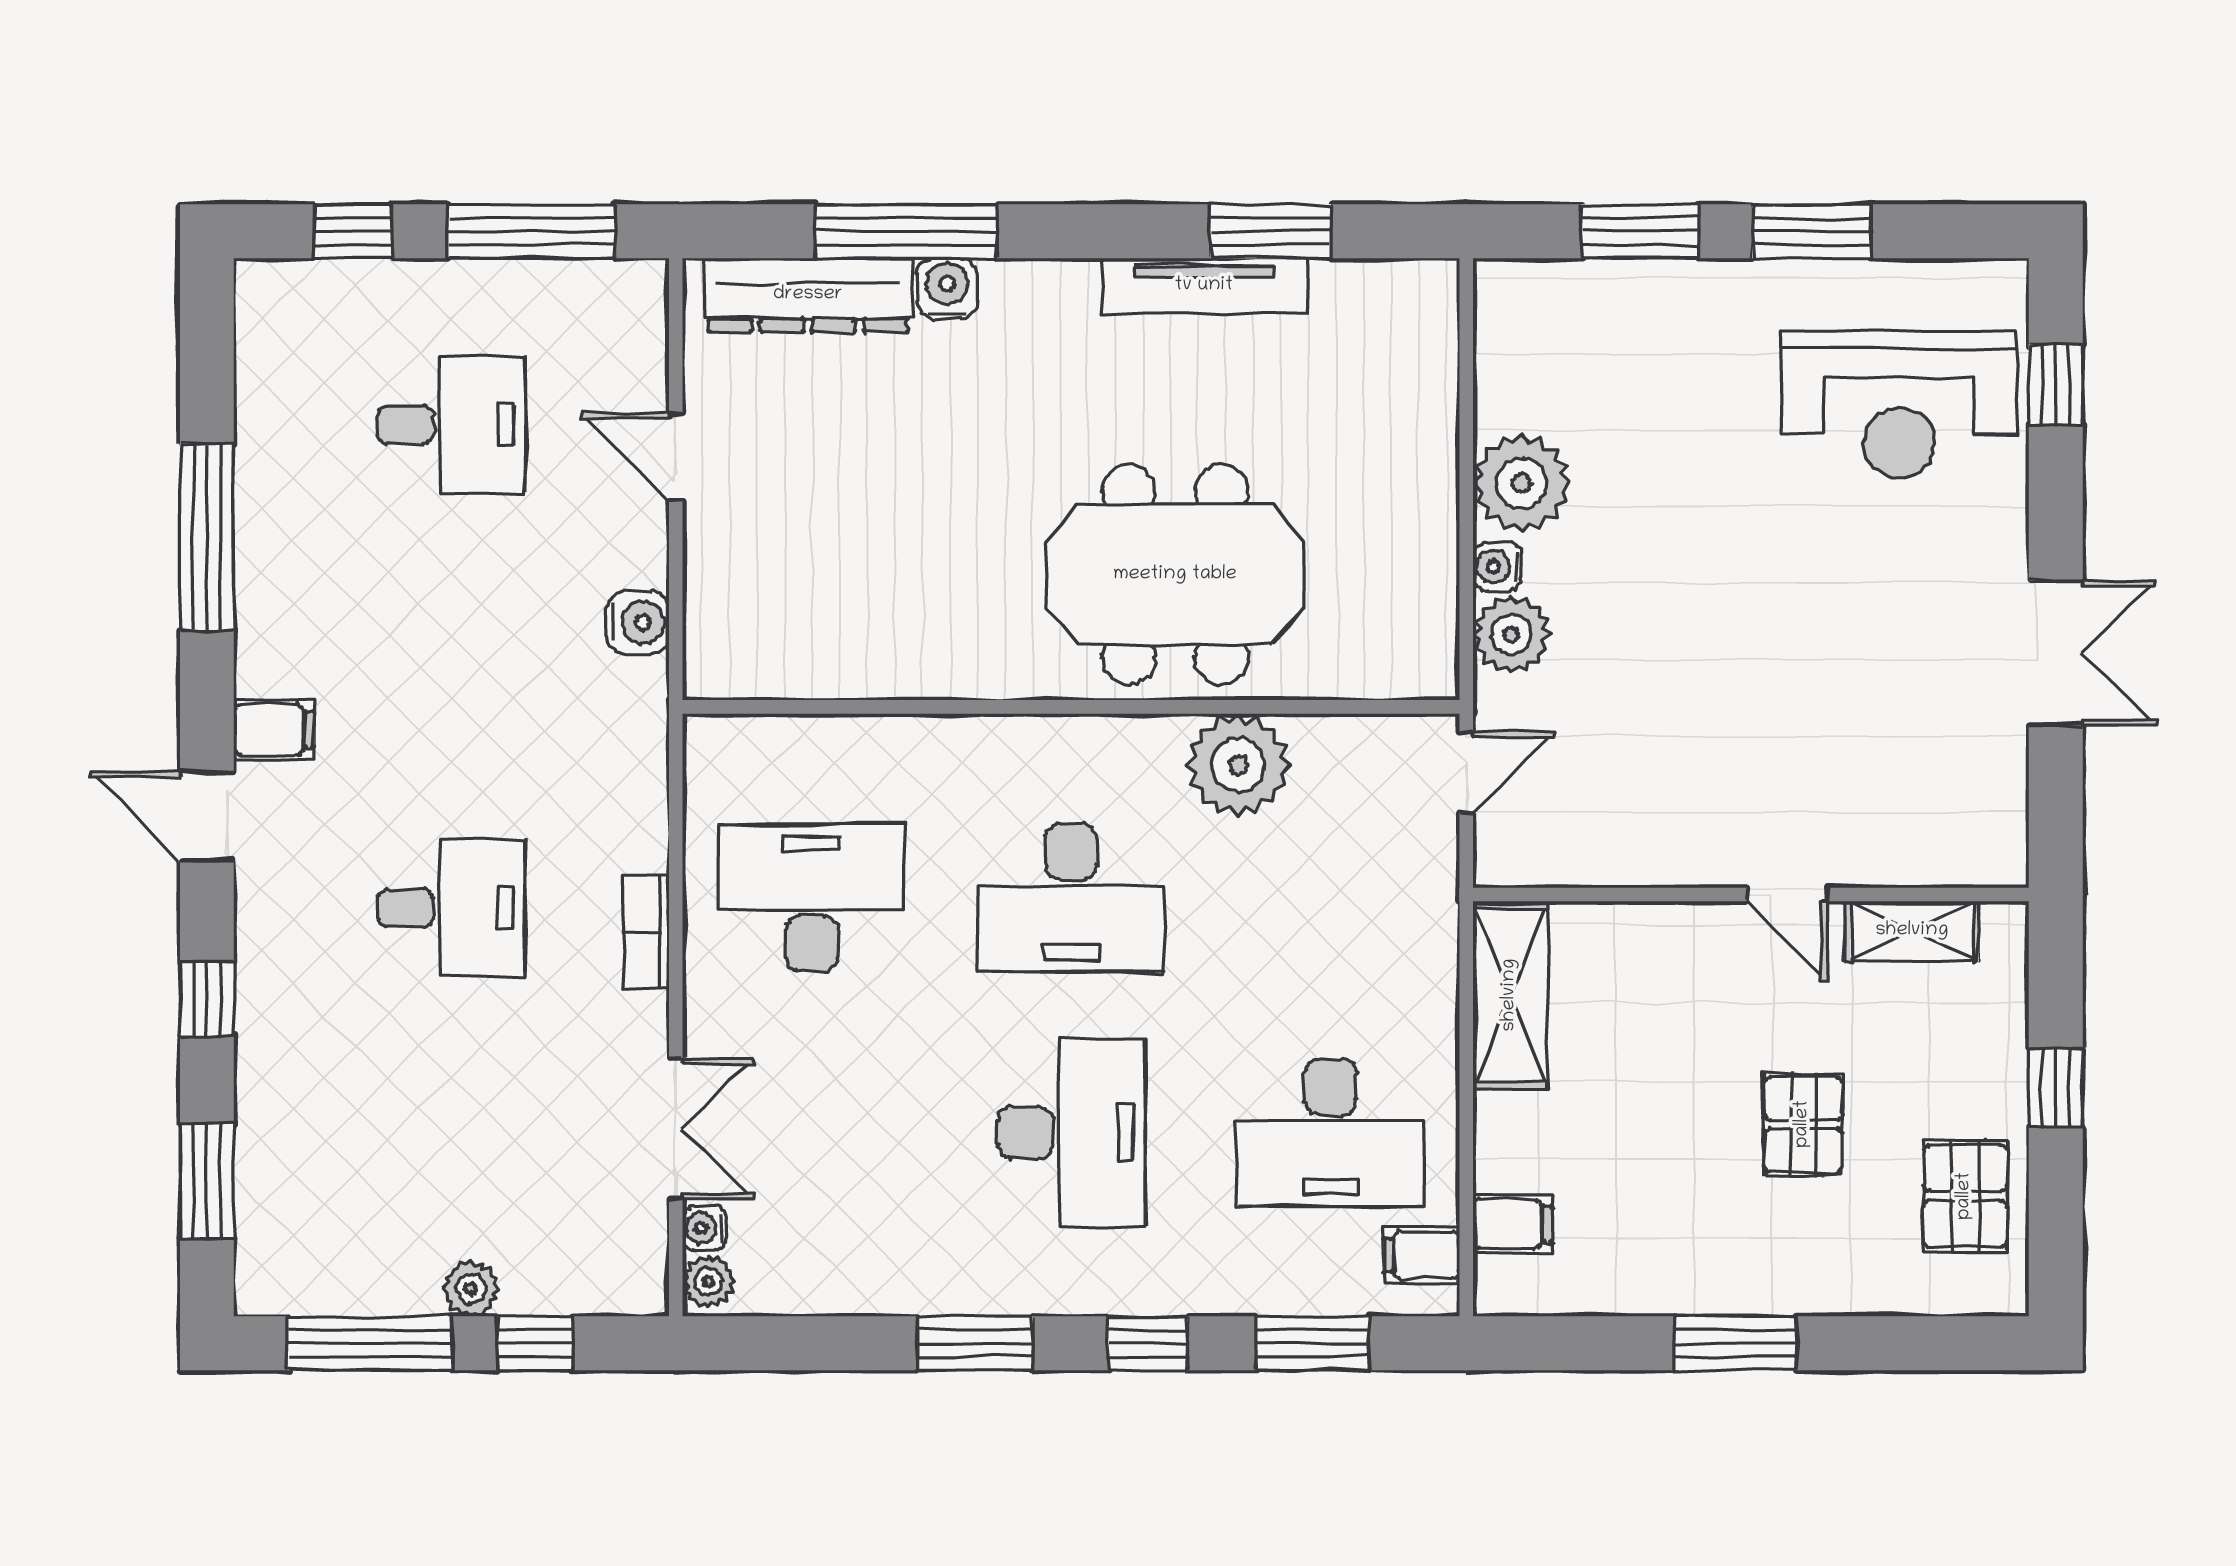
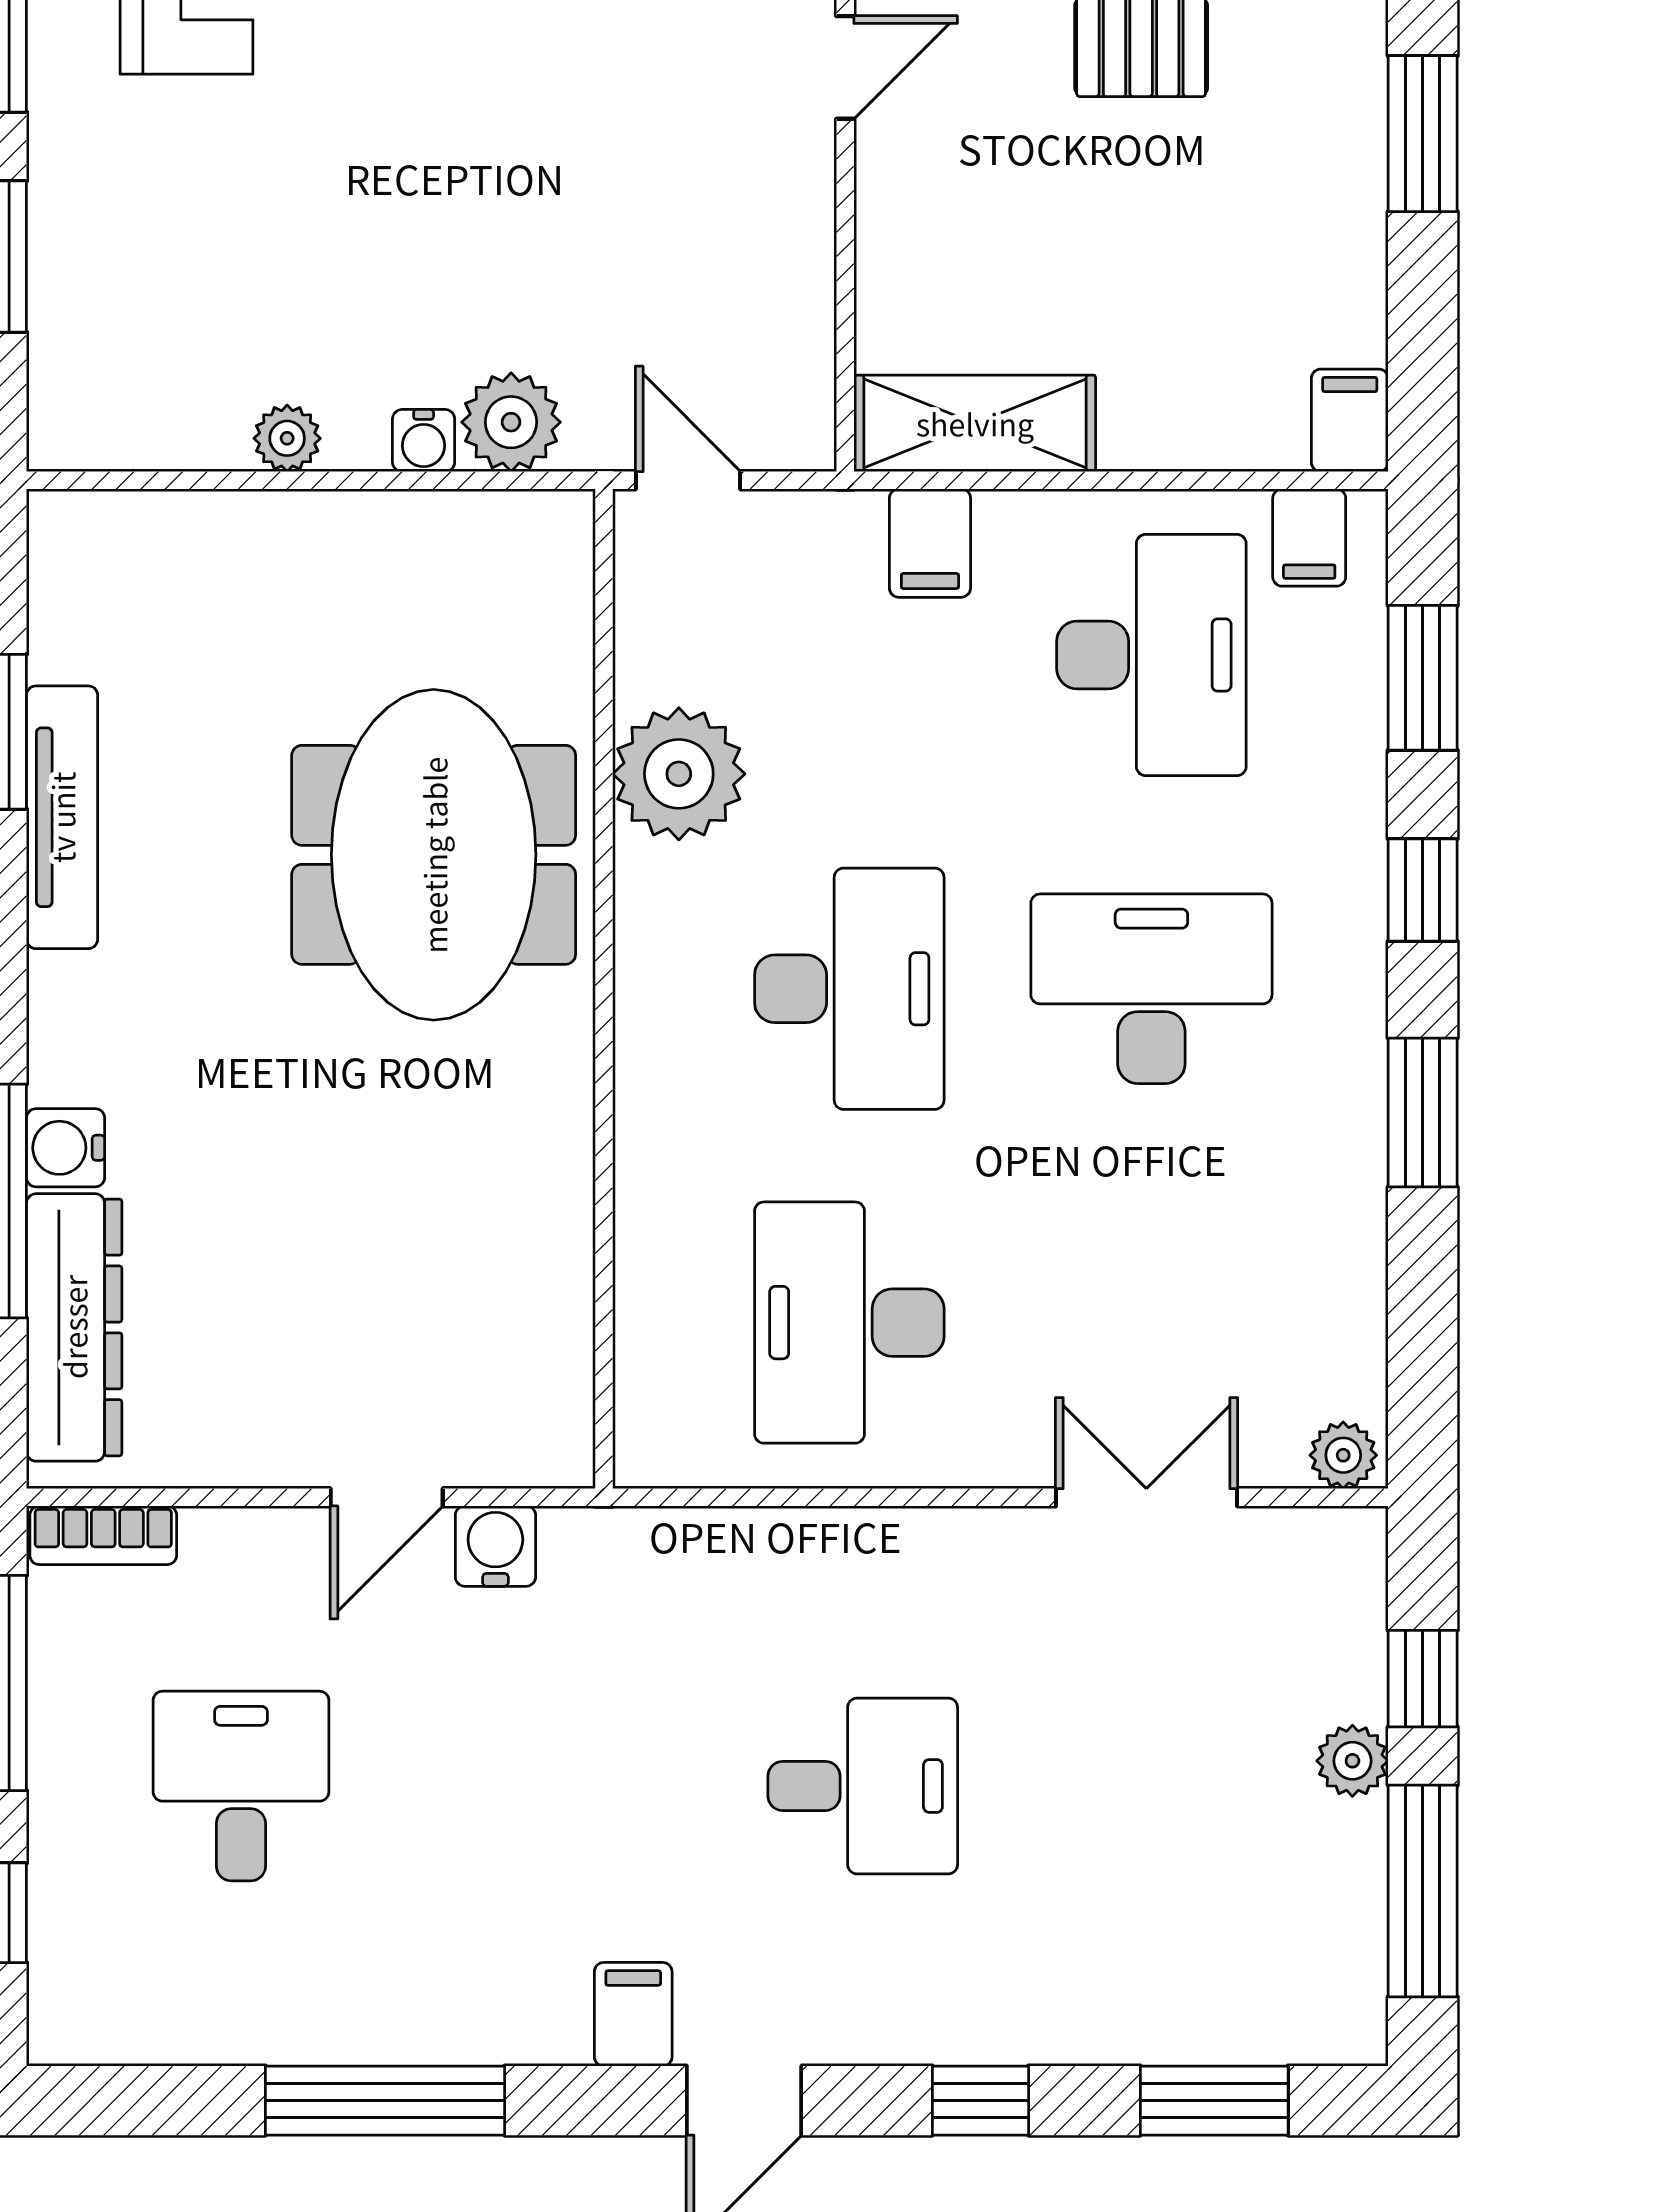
door: (676, 457) -> (387, 1497), moved
plant: (1522, 483) -> (287, 438), width x0.53, depth x0.53
desk: (451, 908) -> (863, 1786), turned 90
bookcase: (646, 932) -> (103, 1535), moved
filing cabinet: (1417, 960) -> (930, 543), added
filing cabinet: (1513, 1224) -> (1350, 420), moved
water cooler: (705, 1228) -> (1275, 1460), removed

